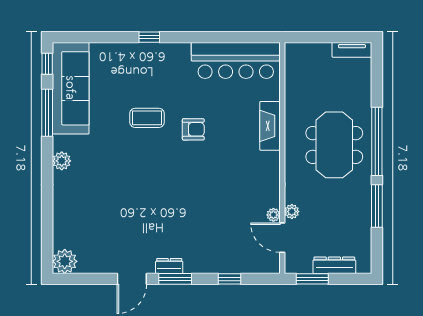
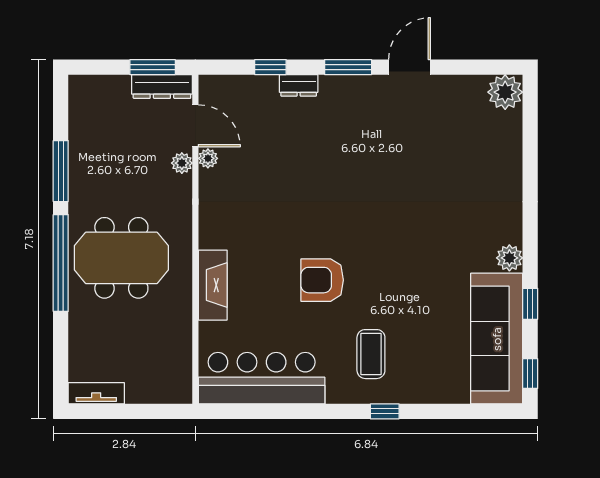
window: (47, 113) -> (530, 304), width x0.46
coffee table: (147, 118) -> (371, 354), moved, turned 90
armchair: (193, 129) -> (322, 280), width x1.38, depth x1.38
meeting table: (334, 145) -> (121, 258), turned 90
plant: (62, 161) -> (509, 258), moved
dresser: (334, 265) -> (162, 86), moved
dresser: (169, 266) -> (299, 85), moved

